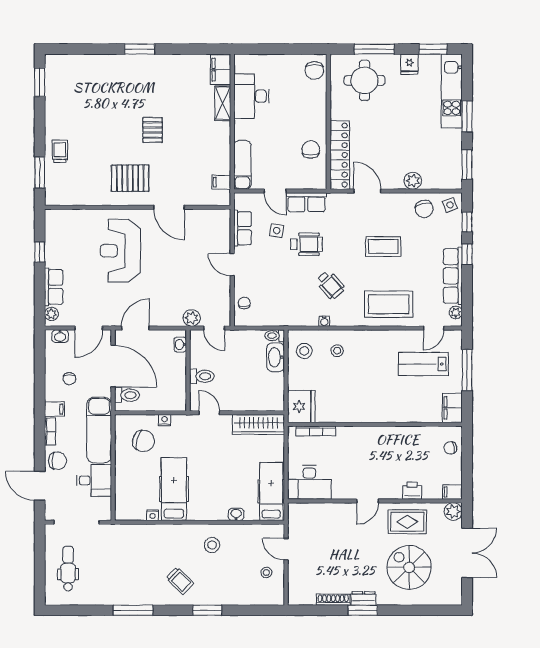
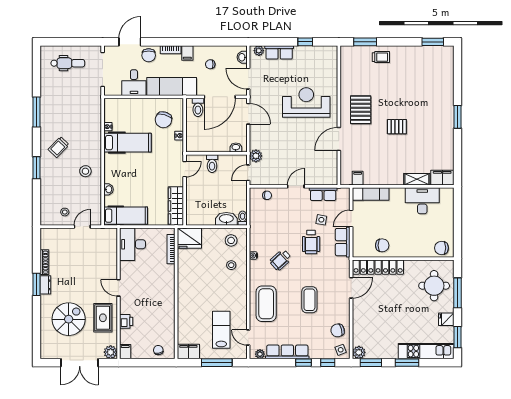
plant: (413, 181) -> (359, 352), moved

